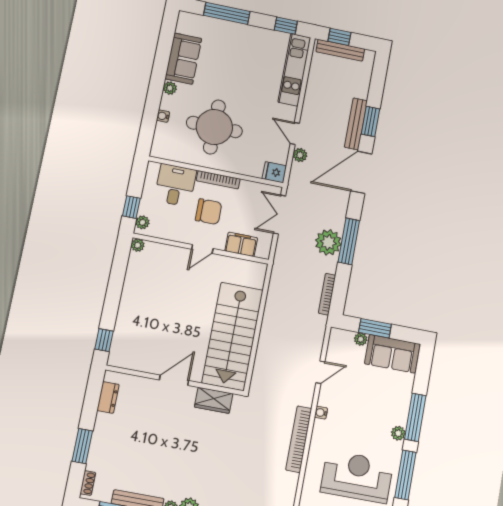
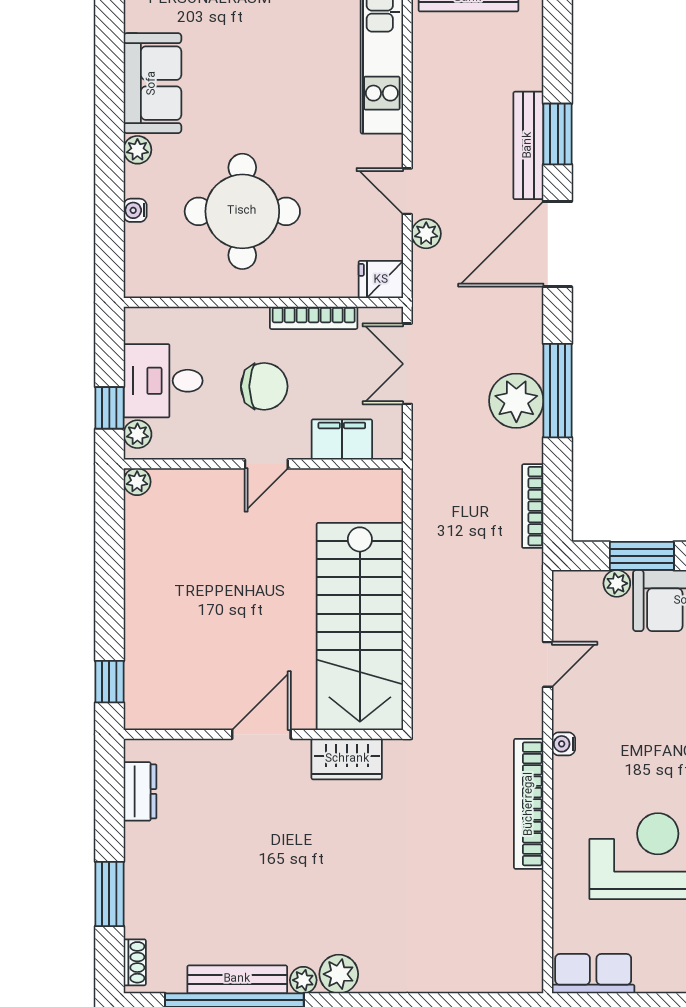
bookcase: (218, 180) -> (314, 318), moved
desk: (175, 185) -> (163, 381), moved, turned -90

